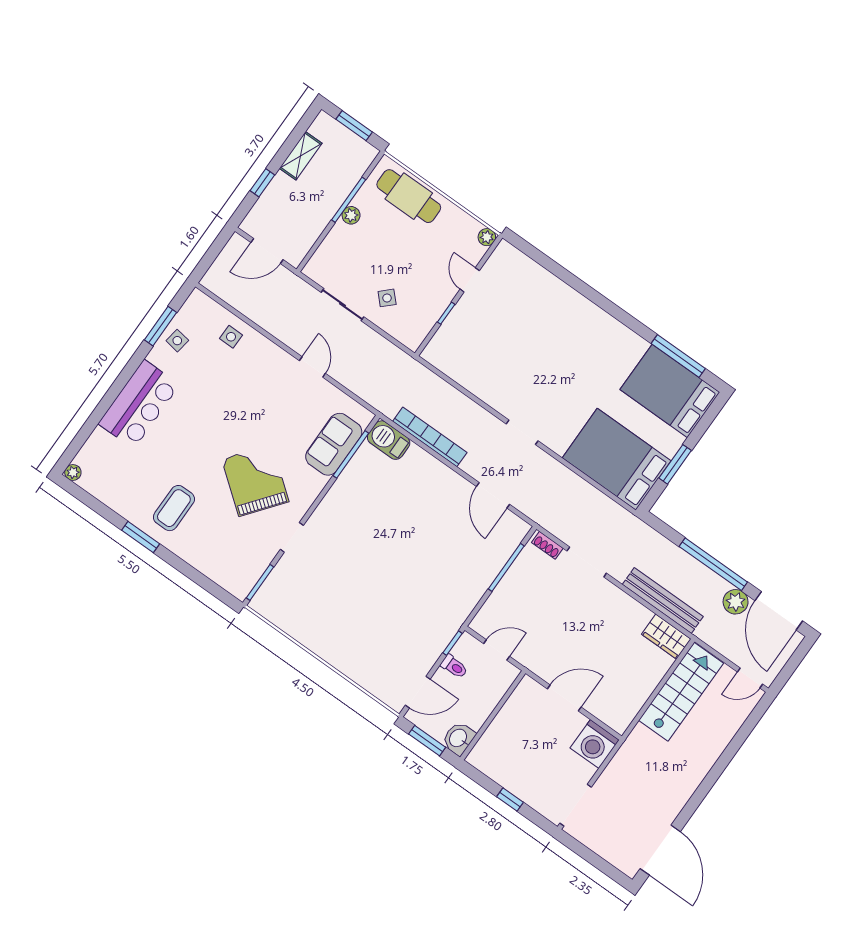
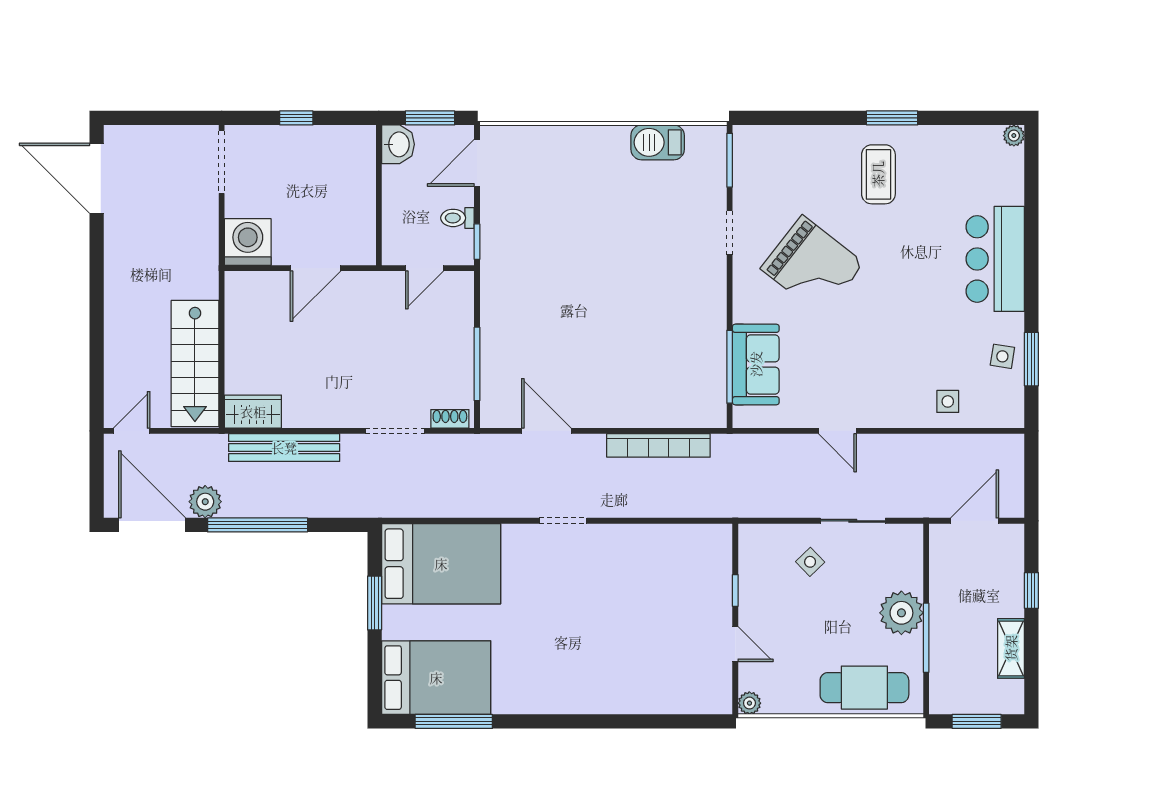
plant: (351, 215) -> (901, 613), width x1.87, depth x1.87
barbecue: (389, 440) -> (658, 142), moved, turned 180

